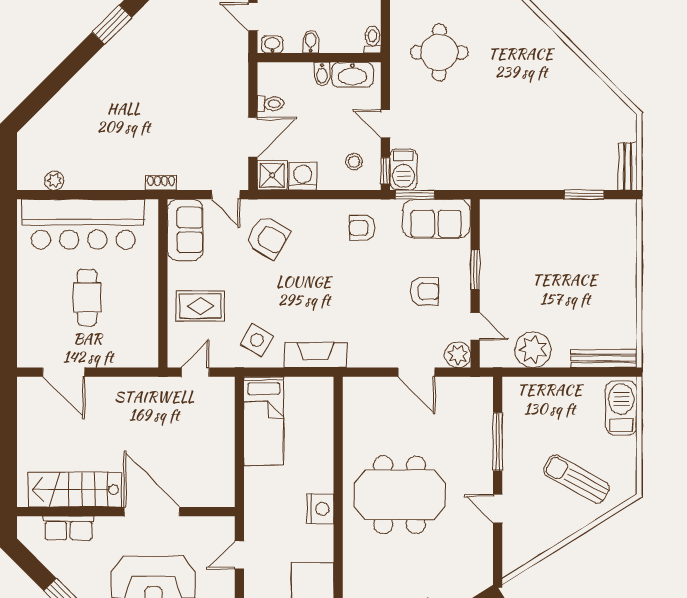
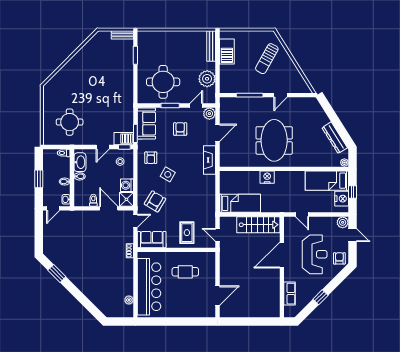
round table: (526, 255) -> (163, 82), added
cafe table: (87, 298) -> (185, 272), moved
side table: (257, 340) -> (168, 174), moved
fireplace: (315, 355) -> (209, 160), moved
barbecue: (621, 408) -> (227, 52), moved, turned -90
stairs: (75, 490) -> (258, 225), moved, turned -90
nightstand: (320, 509) -> (267, 177), moved

